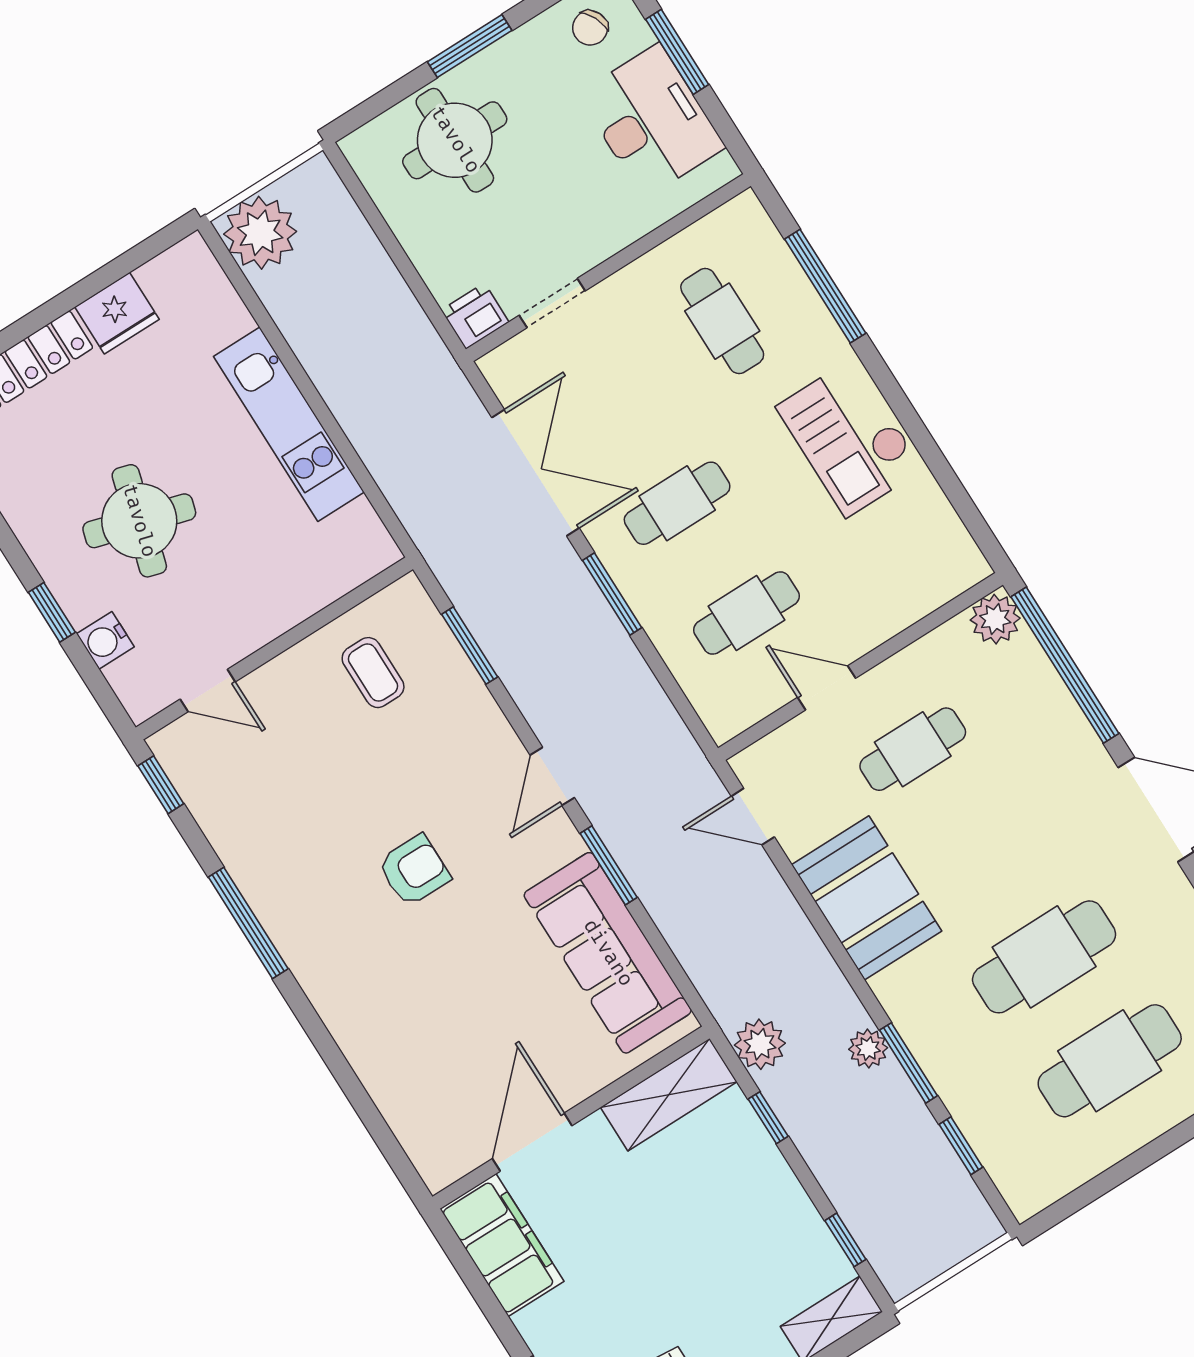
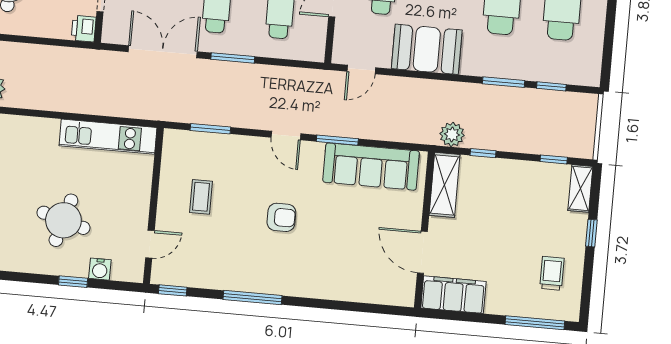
kitchen unit: (289, 424) -> (108, 137), moved
coffee table: (373, 673) -> (201, 197), moved, turned 90
armchair: (414, 870) -> (281, 217), turned 90
plant: (868, 1048) -> (486, 94), removed

